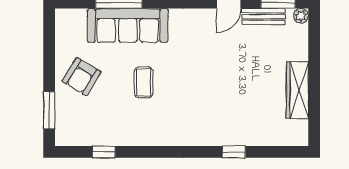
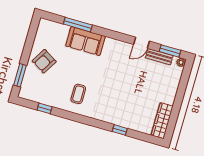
sofa: (128, 25) -> (85, 41), width x0.73
coffee table: (144, 82) -> (78, 94), moved
wardrobe: (297, 90) -> (162, 121), moved

